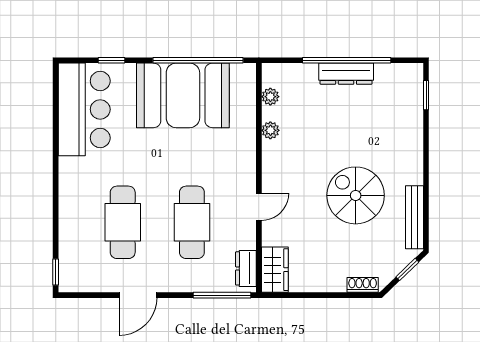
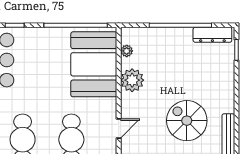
dresser: (346, 74) -> (212, 35), moved
booth: (183, 95) -> (94, 64), moved, turned 90
plant: (270, 130) -> (132, 80), width x1.87, depth x1.87

